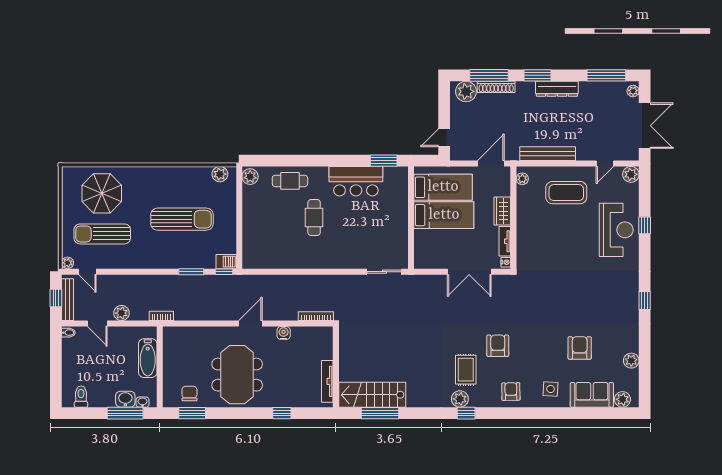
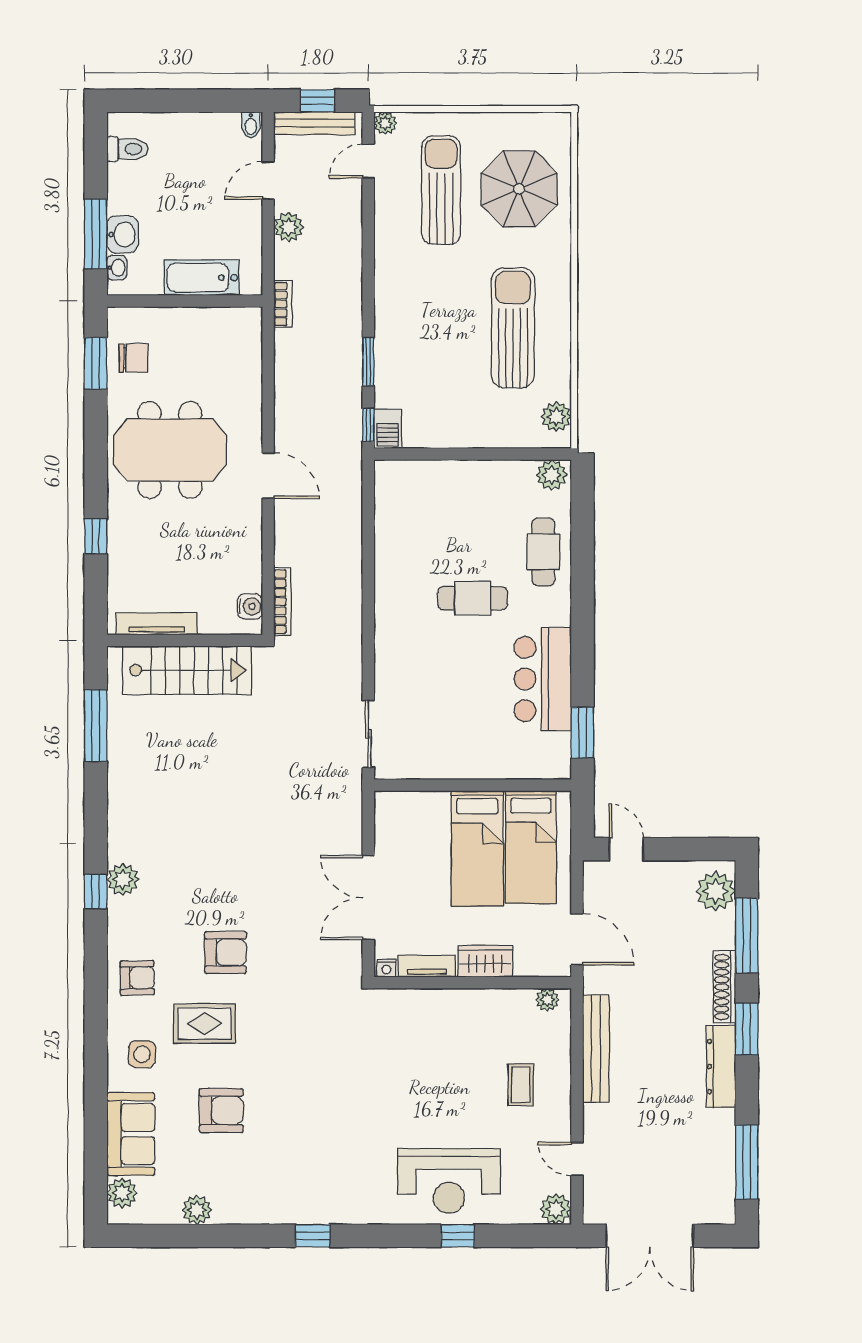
shoe rack: (496, 87) -> (724, 987), moved
plant: (633, 91) -> (716, 1213), removed
coffee table: (566, 193) -> (521, 1085), width x0.54, depth x0.58
sun lounger: (182, 219) -> (513, 328), moved, turned 180
water cooler: (284, 333) -> (250, 606), moved
rug: (466, 370) -> (204, 1024), moved
stairs: (372, 395) -> (187, 670), moved, turned 90

